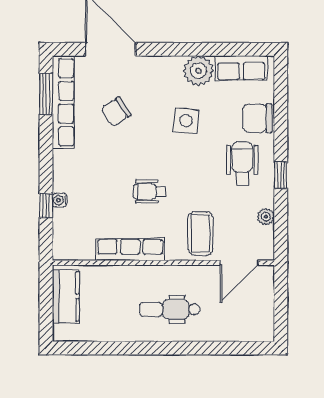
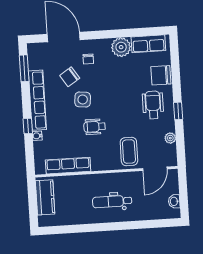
chair: (146, 86) -> (88, 59), added
row of seats: (63, 102) -> (37, 100), moved
side table: (186, 121) -> (83, 100), moved
window: (46, 206) -> (28, 126), moved
row of seats: (130, 249) -> (68, 166), moved
washbasin: (266, 315) -> (174, 201), added

